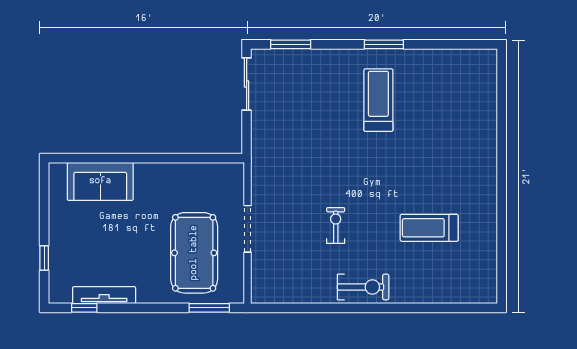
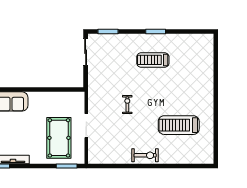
treadmill: (378, 100) -> (153, 60), turned -90
exercise bike: (336, 225) -> (127, 104), moved
treadmill: (429, 228) -> (179, 125), width x1.37, depth x1.38

